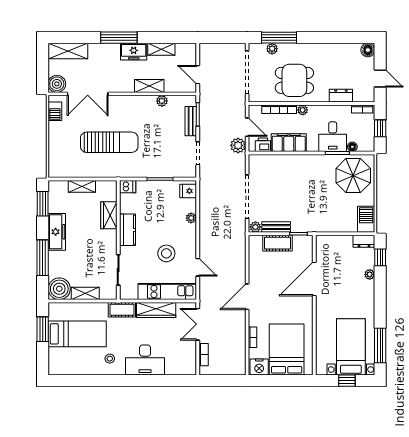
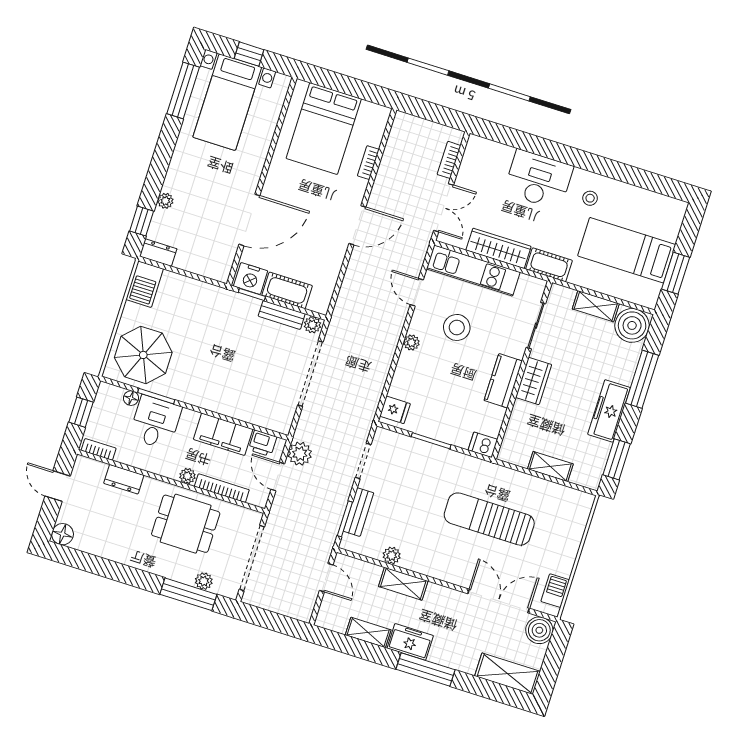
wardrobe: (109, 215) -> (534, 381), moved
plant: (191, 218) -> (411, 343), moved
nightstand: (259, 367) -> (251, 279), moved, turned 180

